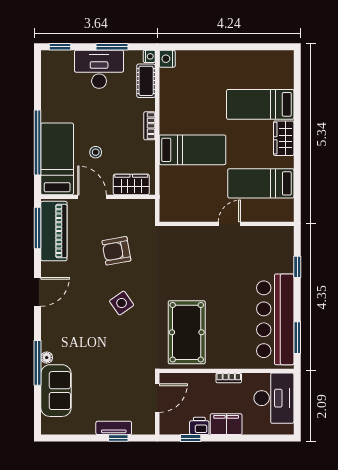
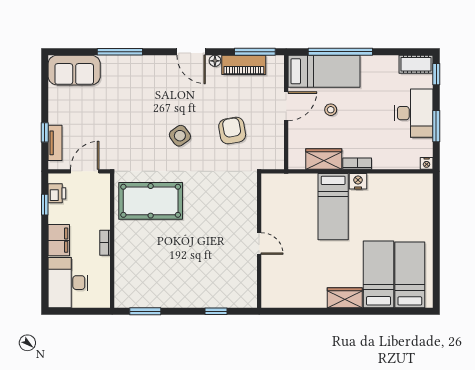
nightstand: (167, 59) -> (358, 181), moved
cot: (146, 81) -> (416, 64), moved
bed: (261, 183) -> (410, 275), moved
wardrobe: (131, 184) -> (324, 159), moved, turned -90
piano: (54, 231) -> (244, 65), width x0.73, depth x0.75
bar counter: (275, 319) -> (164, 289), removed
floor lamp: (47, 358) -> (215, 61), moved
sofa: (56, 391) -> (74, 70), moved
door: (157, 398) -> (85, 171), swing flipped
desk: (274, 398) -> (68, 283), moved, turned 90
printer: (199, 426) -> (57, 193), moved
tv unit: (114, 428) -> (55, 143), moved

